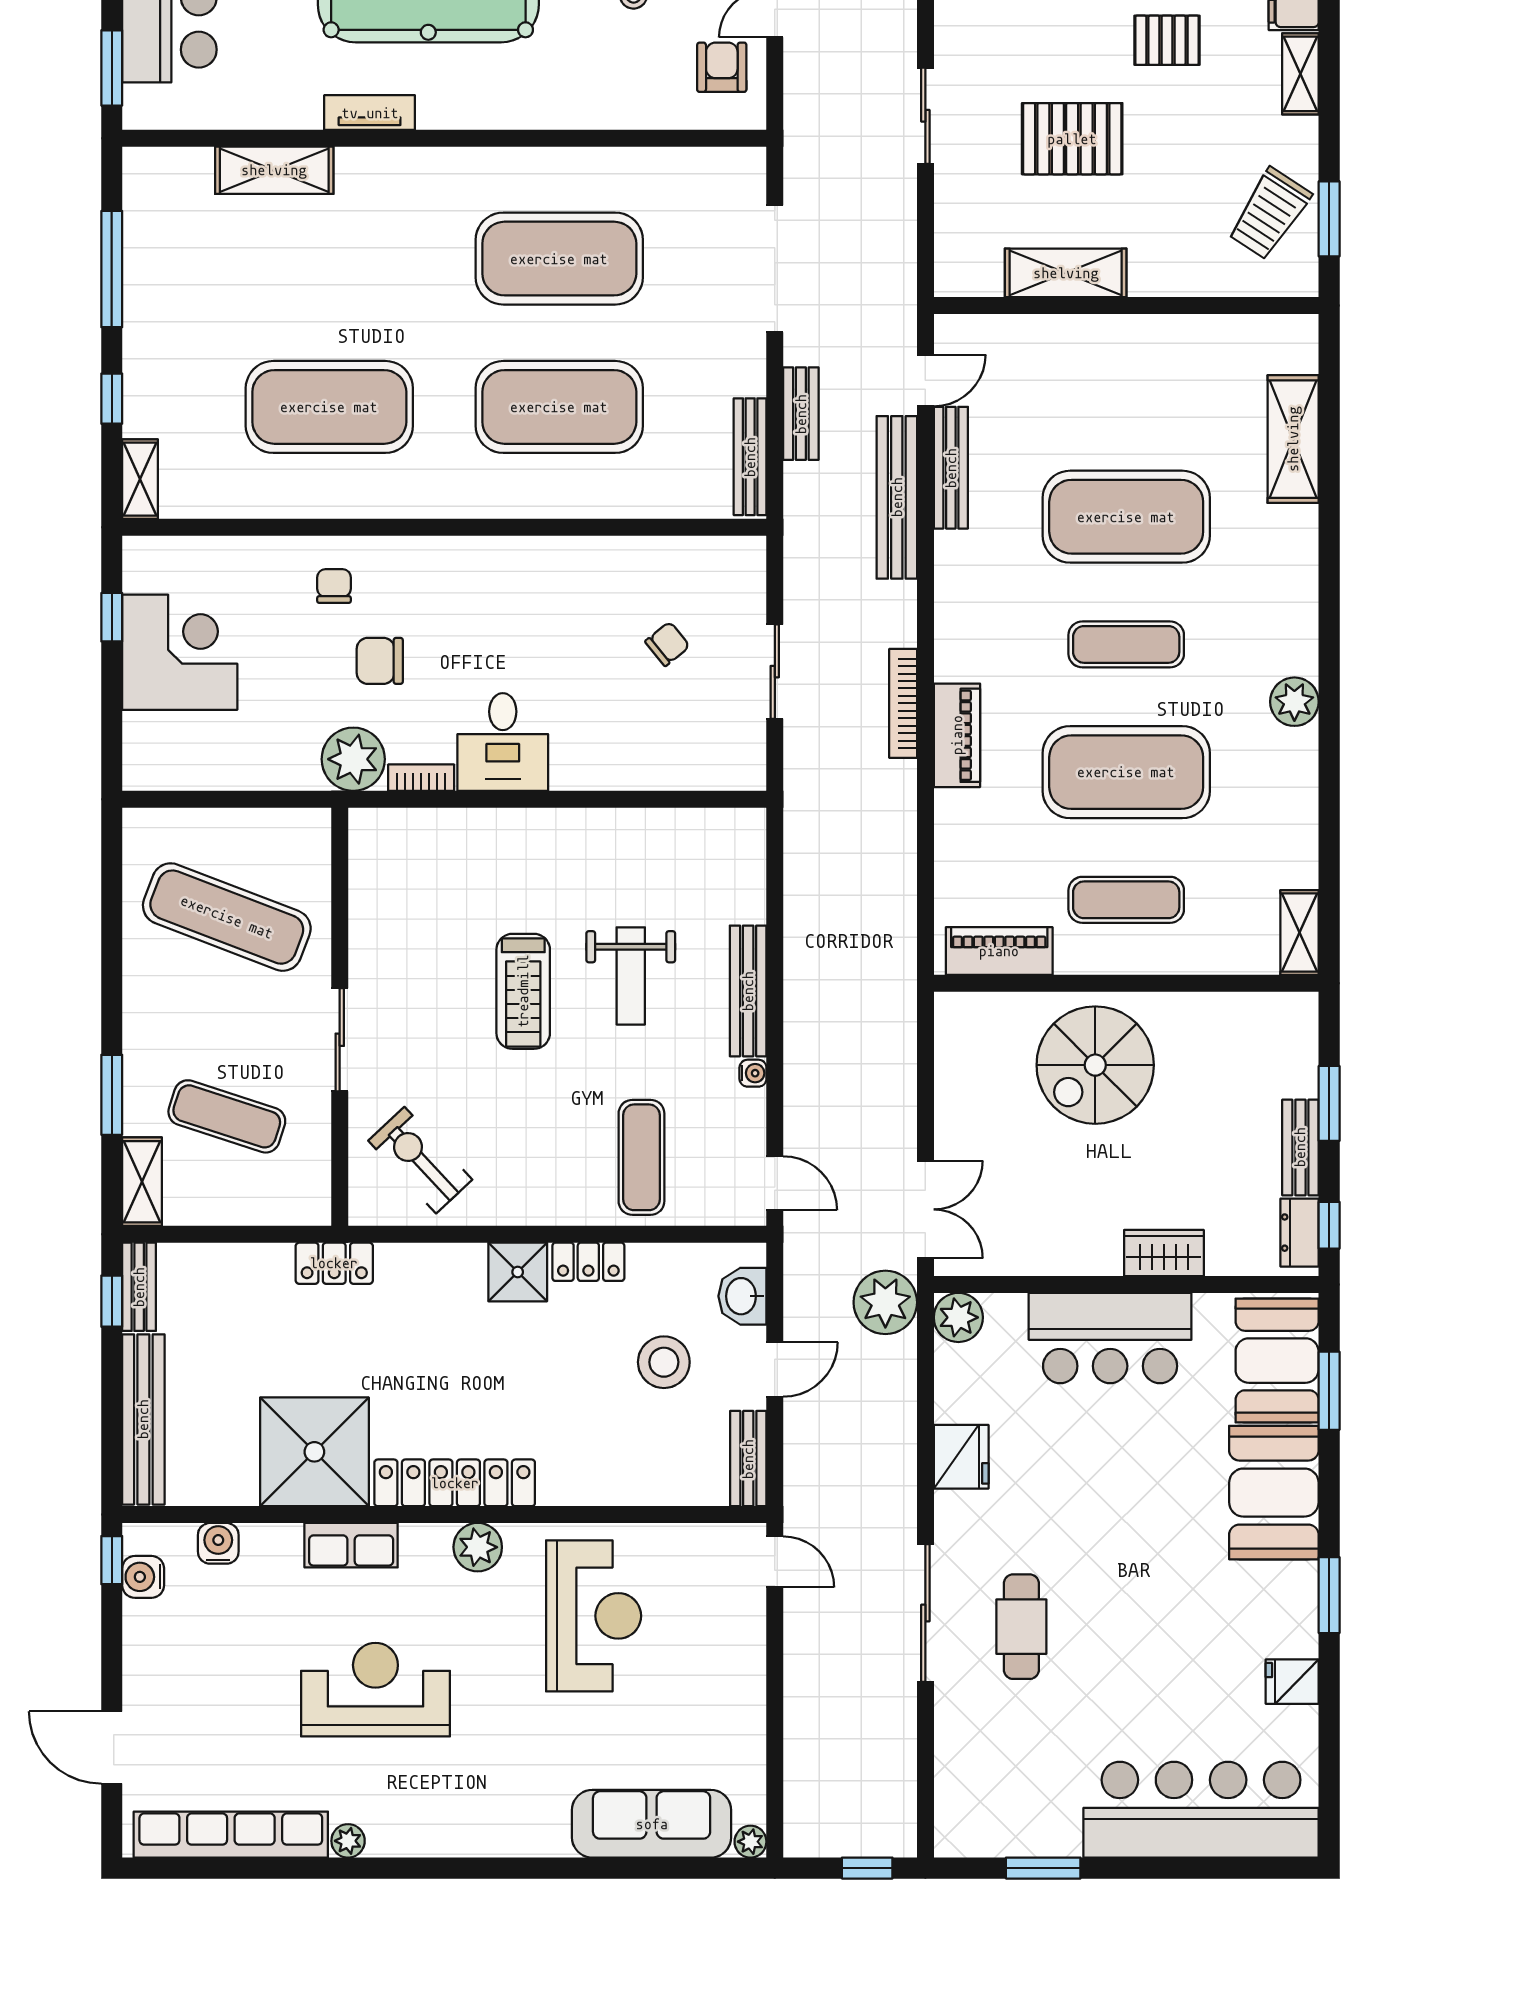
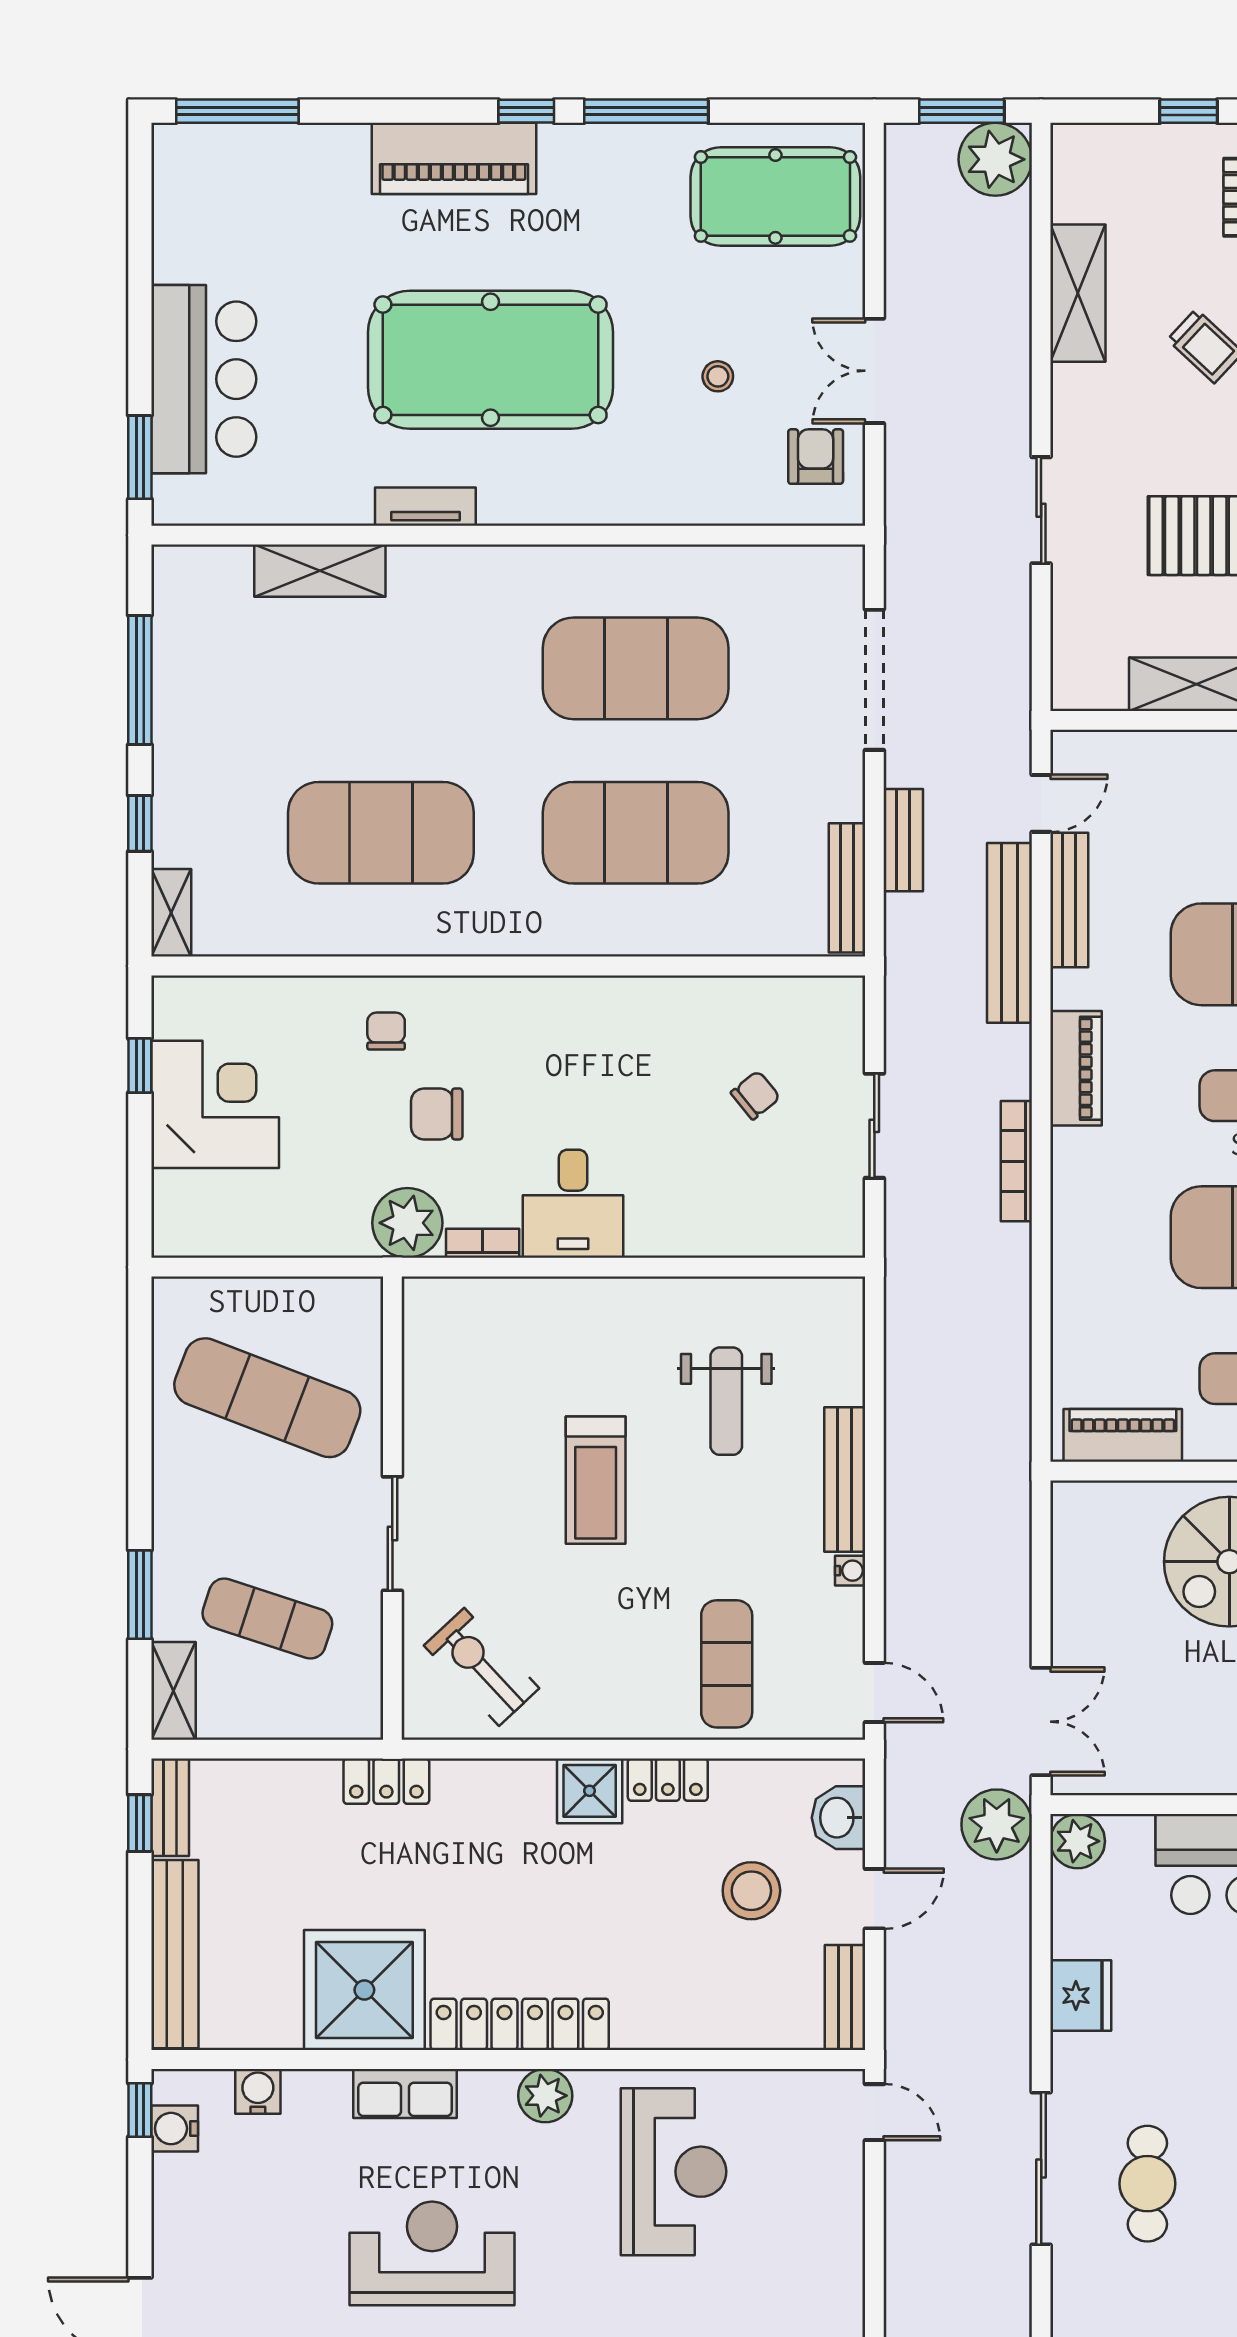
piano: (957, 735) -> (1076, 1068), moved
weight bench: (631, 976) -> (726, 1401), moved

